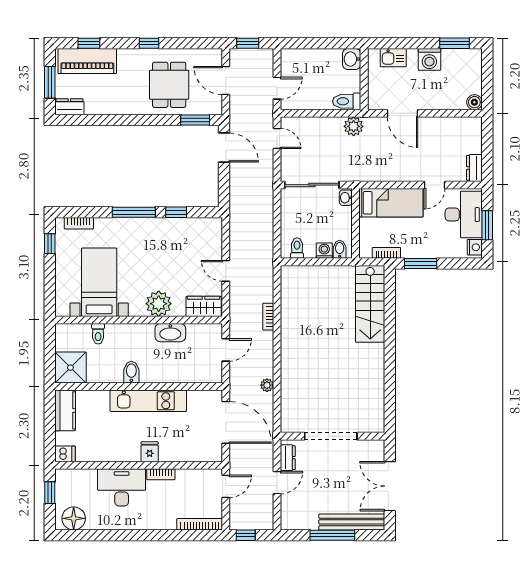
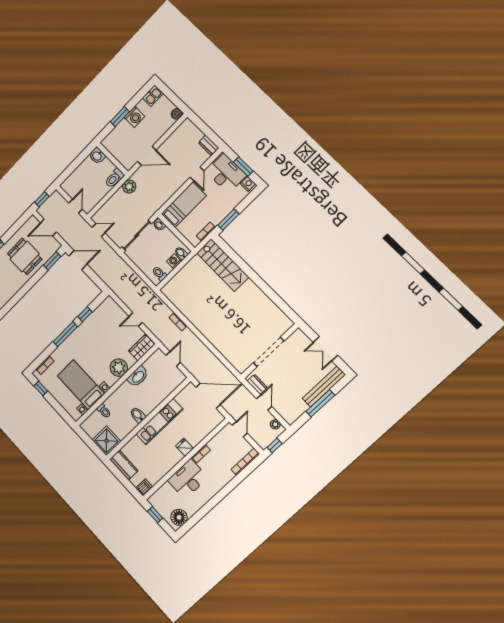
window: (455, 43) -> (120, 117), moved
kitchen sink: (393, 58) -> (153, 96), moved
plant: (267, 385) -> (275, 424), moved
double door: (390, 486) -> (325, 349), width x0.73

